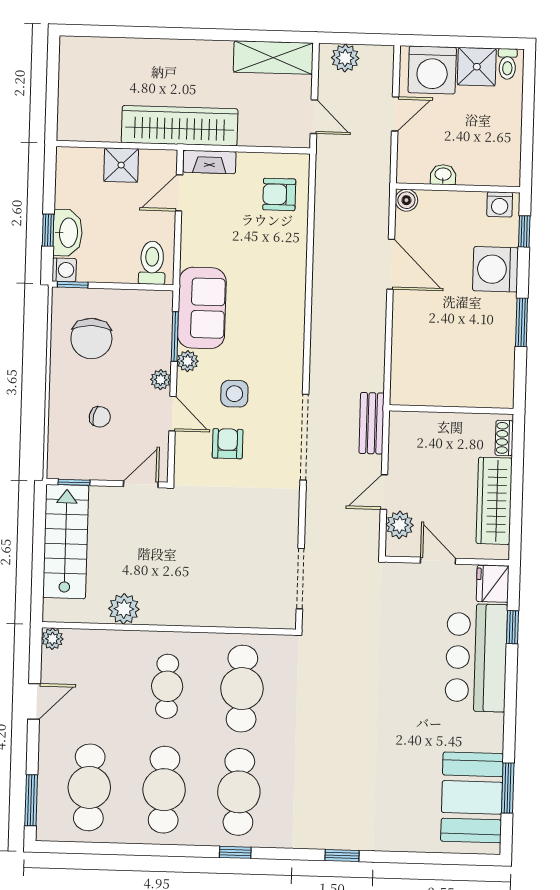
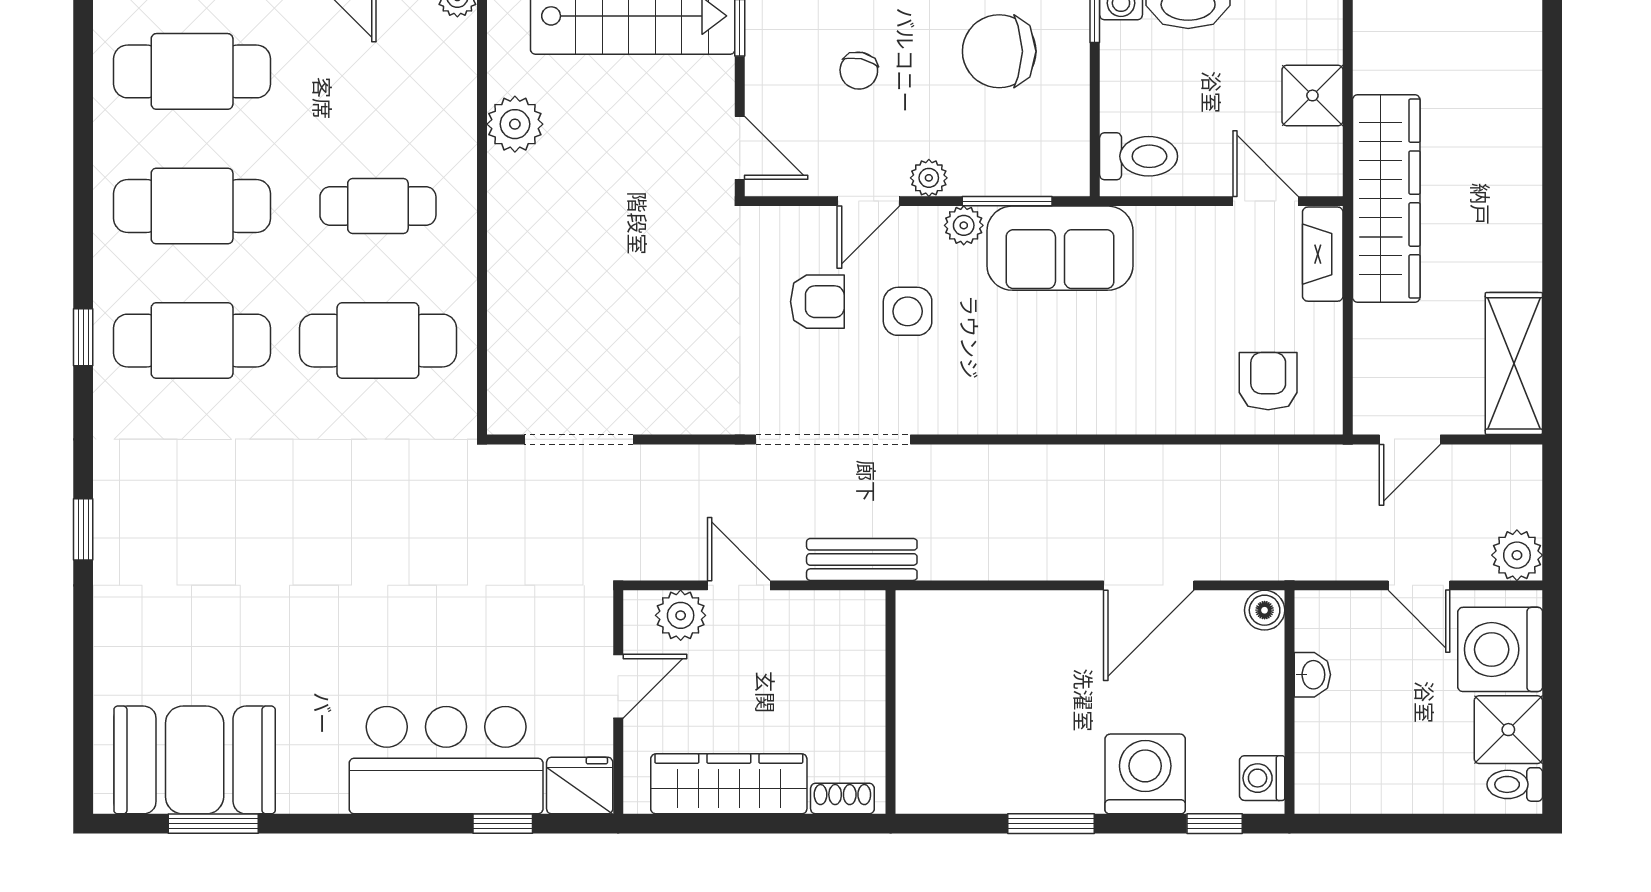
plant: (345, 58) -> (1517, 555), moved

